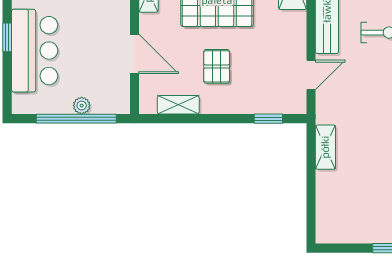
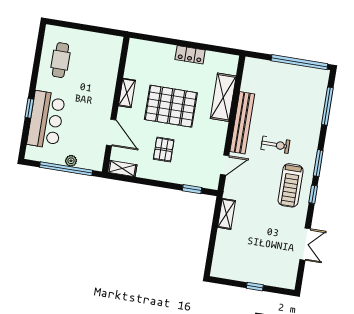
shelving: (178, 105) -> (122, 169), moved

